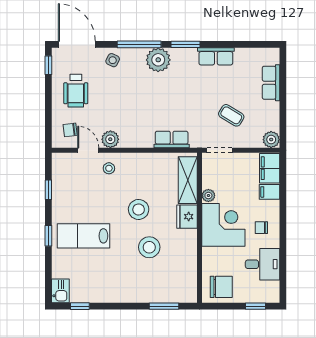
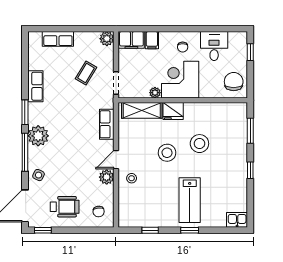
door: (88, 150) -> (116, 160), moved
window: (80, 306) -> (250, 170), moved

